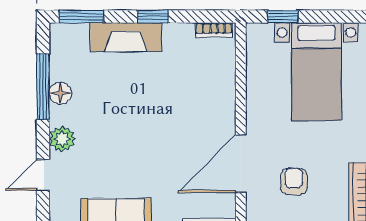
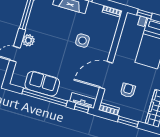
floor lamp: (60, 93) -> (34, 19), removed
side table: (172, 107) -> (82, 41), added

